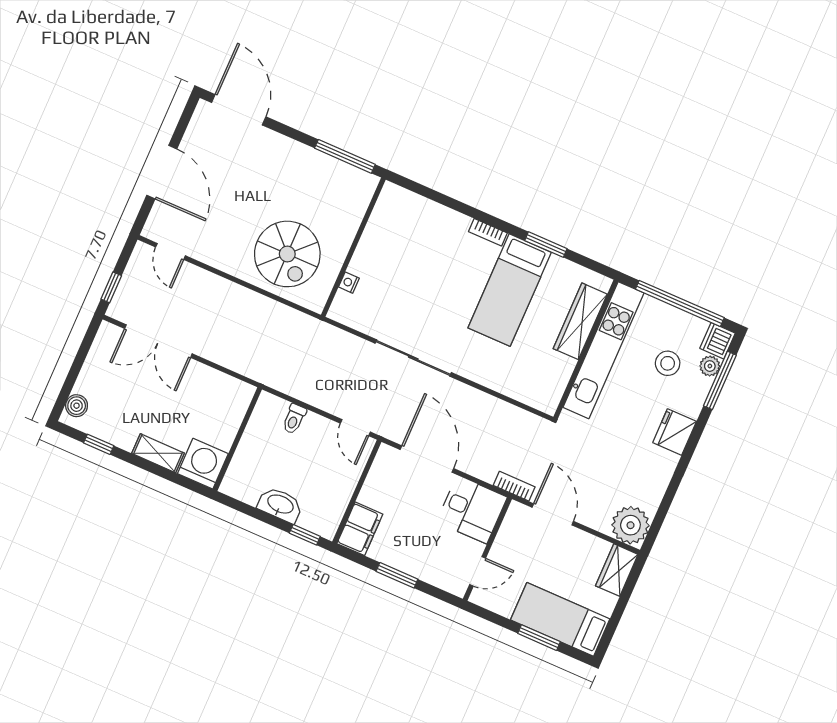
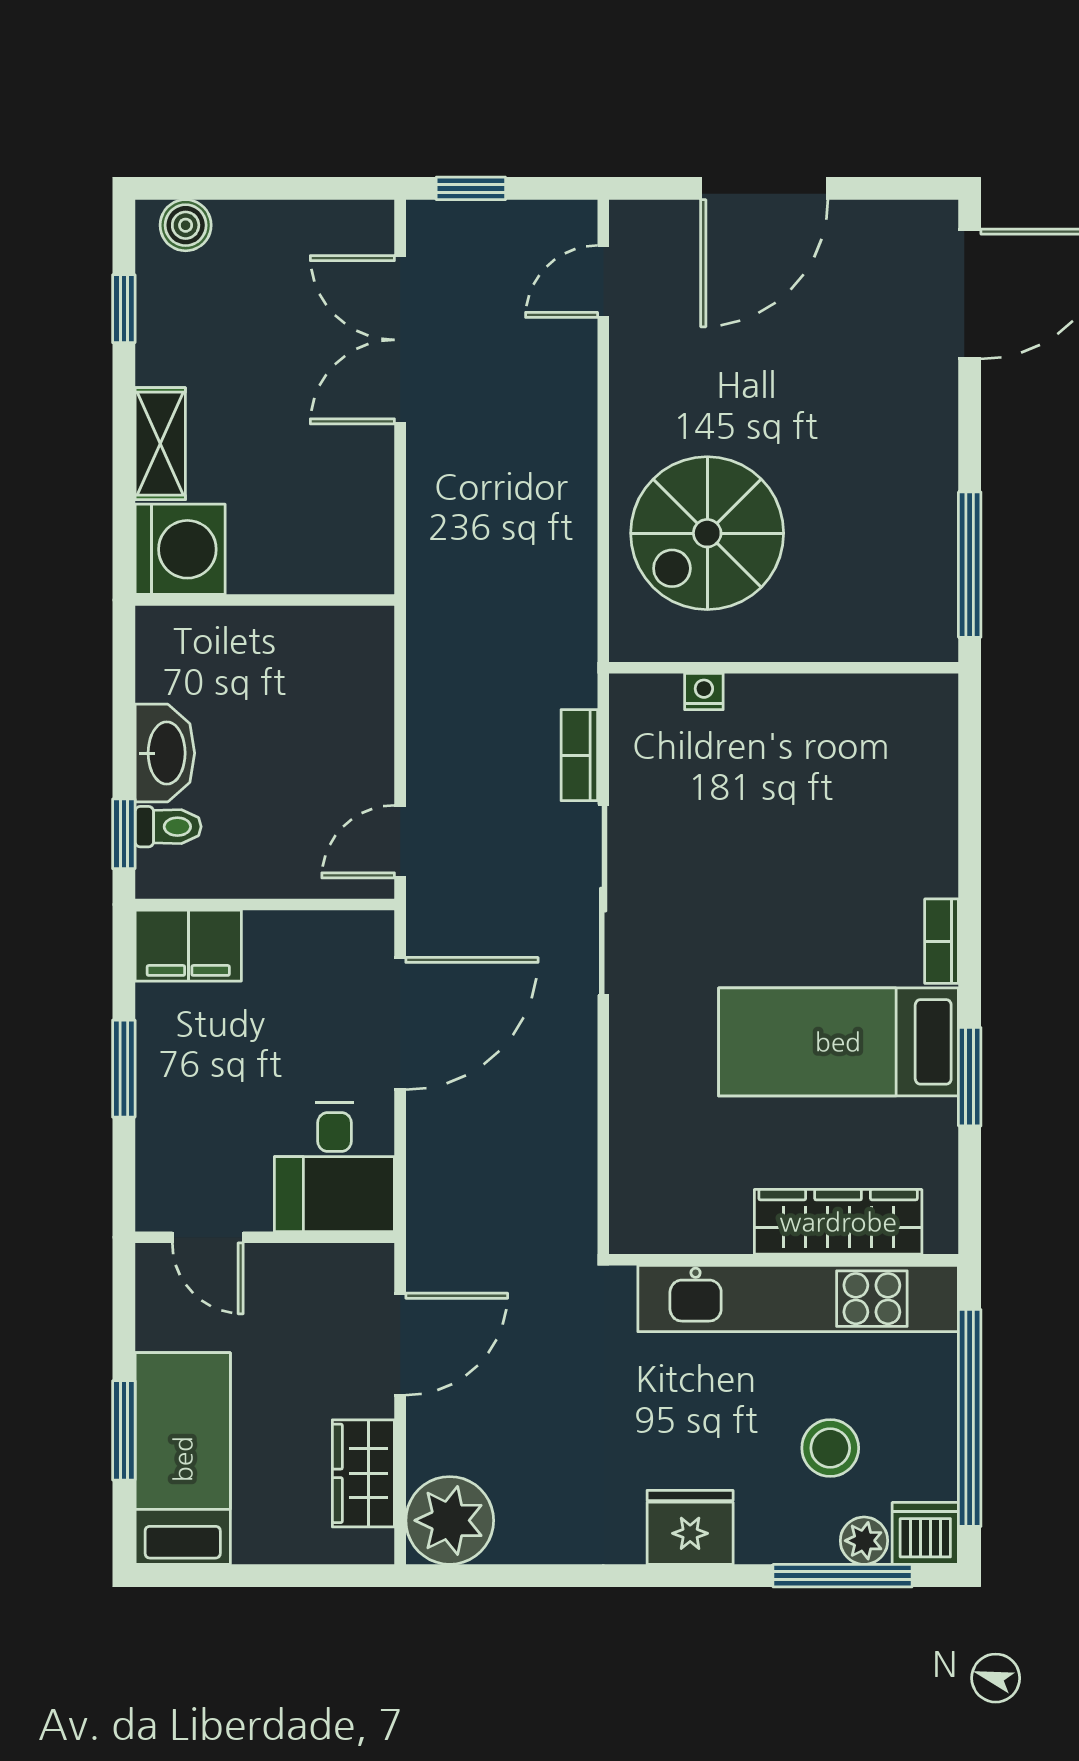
toilet: (294, 419) -> (168, 827), moved, turned 180
bookcase: (514, 486) -> (579, 755), moved, turned 180
wardrobe: (617, 570) -> (363, 1473), moved, turned -90

